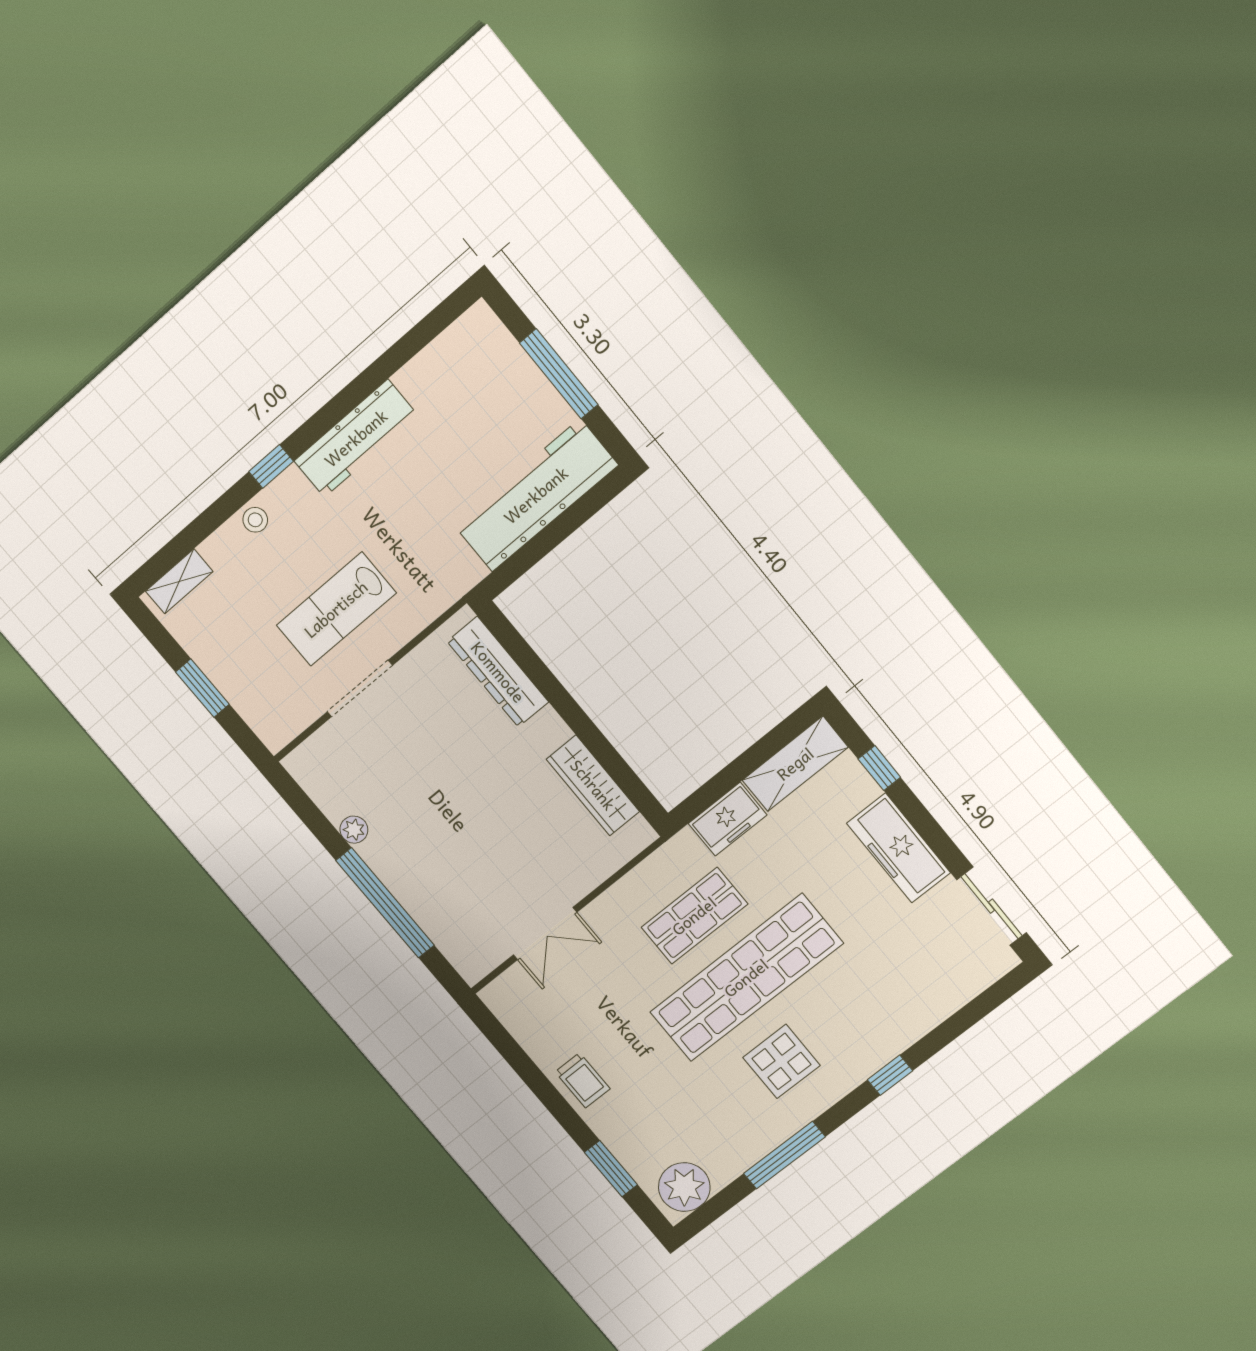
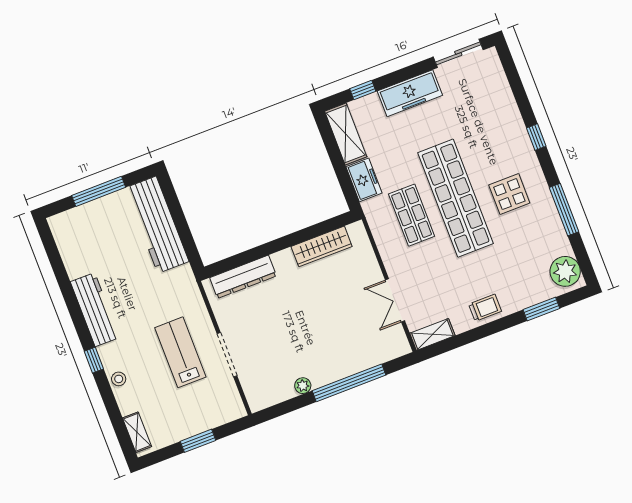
lab bench: (336, 609) -> (180, 352), turned 180
double door: (545, 934) -> (395, 300), swing flipped
shelving: (510, 1011) -> (432, 334), added

